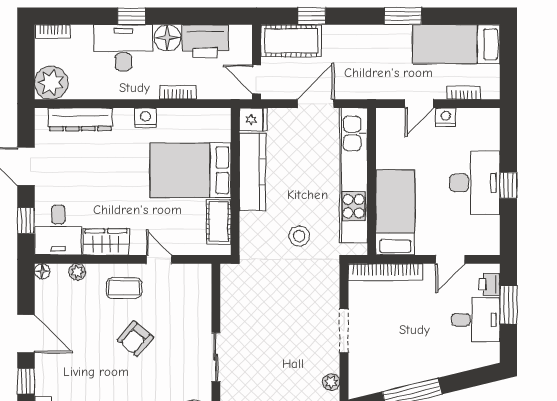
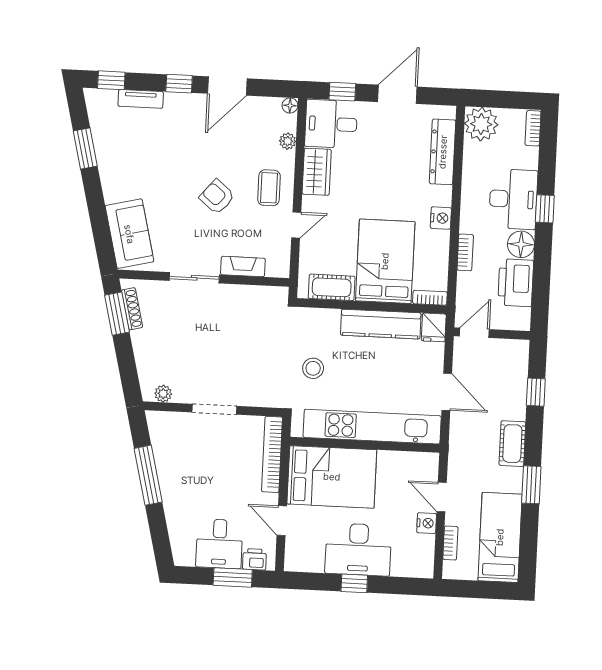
cot: (291, 41) -> (512, 444), moved, width x0.73, depth x0.75
bookcase: (224, 125) -> (430, 298), added
bed: (395, 212) -> (332, 477), width x1.50
fireplace: (202, 310) -> (243, 266), added

